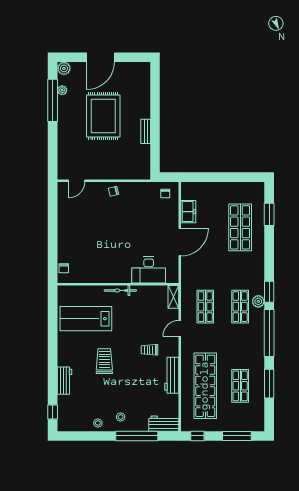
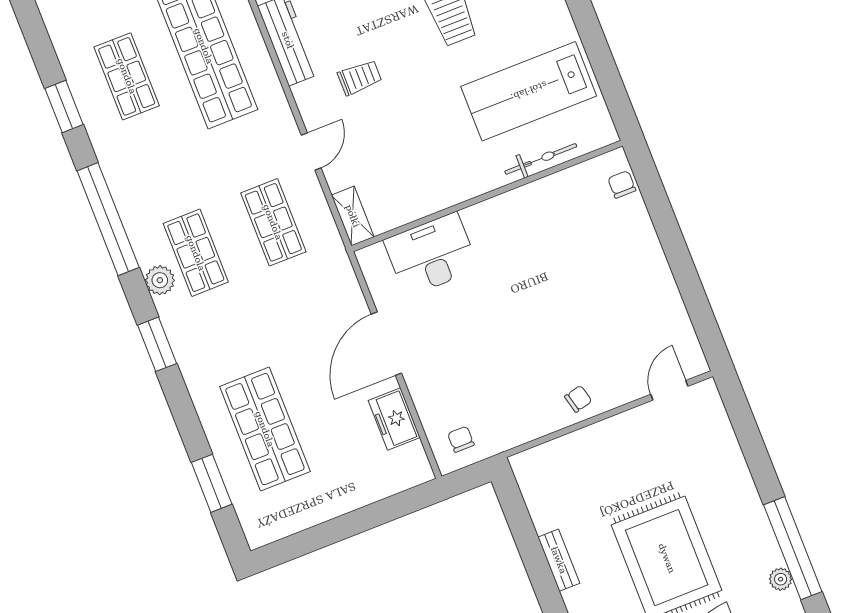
bicycle: (120, 290) -> (541, 159), moved
window: (269, 292) -> (157, 344), moved
lab bench: (86, 319) -> (529, 91), turned 180
window: (269, 384) -> (64, 107), width x0.69

